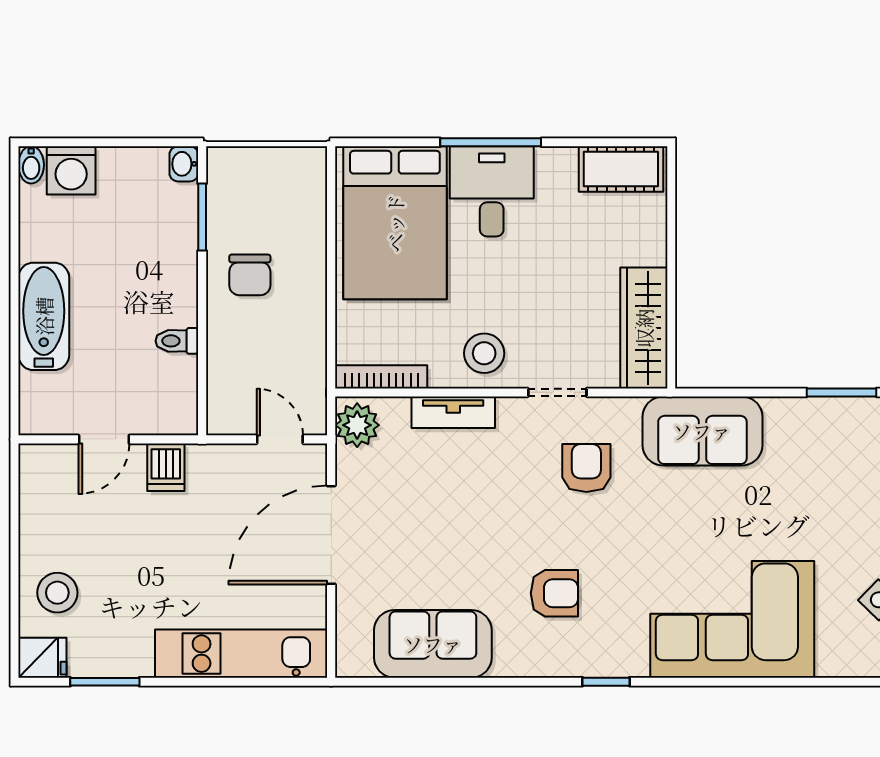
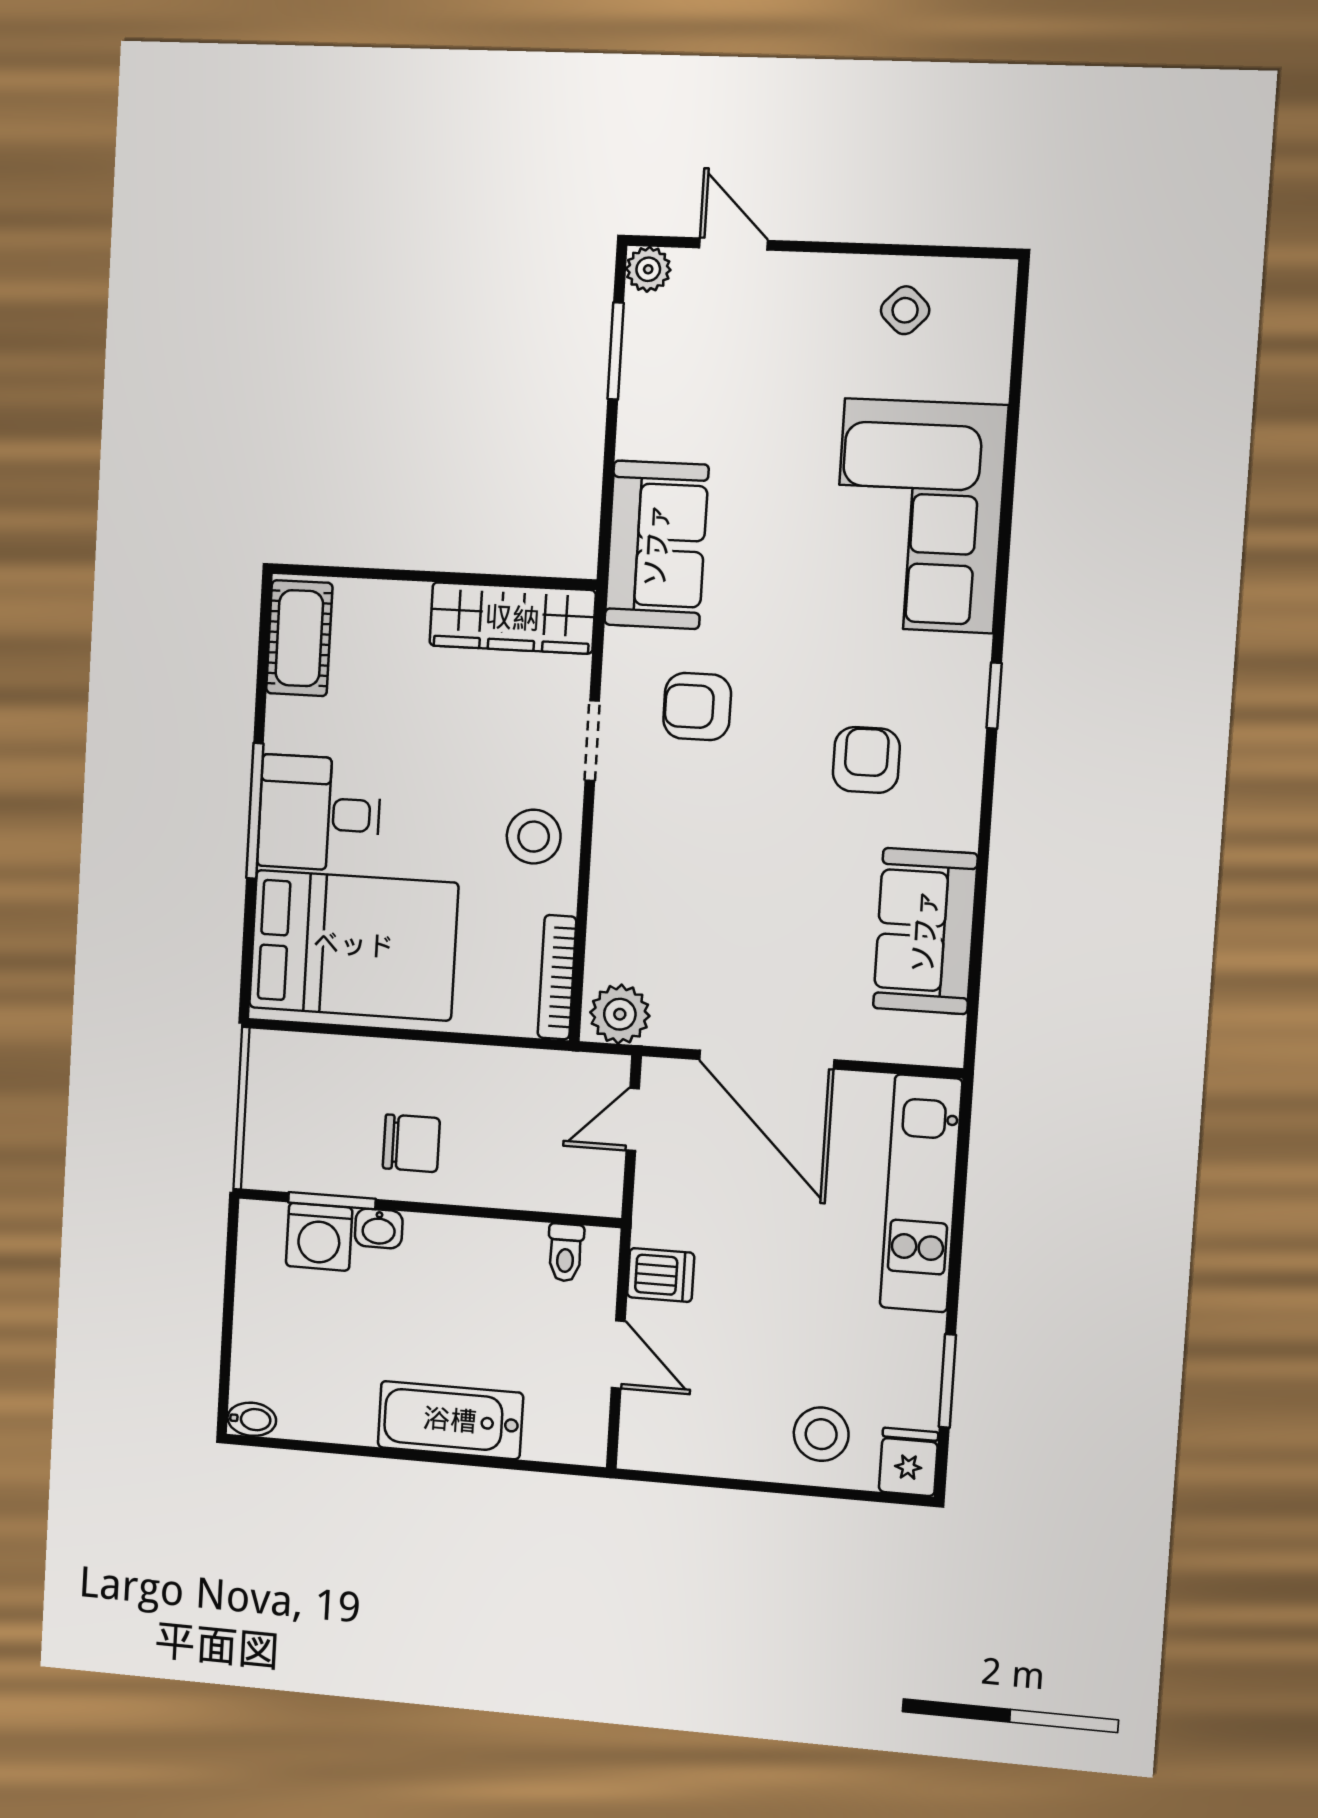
washbasin: (184, 164) -> (379, 1228), moved
washing machine: (71, 170) -> (319, 1237), moved, turned 90
toilet: (177, 341) -> (565, 1253), moved
tv unit: (453, 412) -> (610, 883), removed

